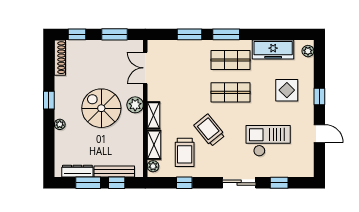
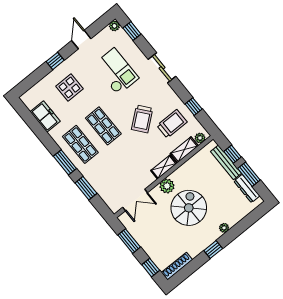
freezer: (273, 49) -> (45, 116), width x0.71
plant: (308, 51) -> (114, 26), moved
spiral stairs: (101, 108) -> (189, 208), turned 180
checkout: (268, 141) -> (116, 72), turned 180
window: (279, 183) -> (132, 31), moved

